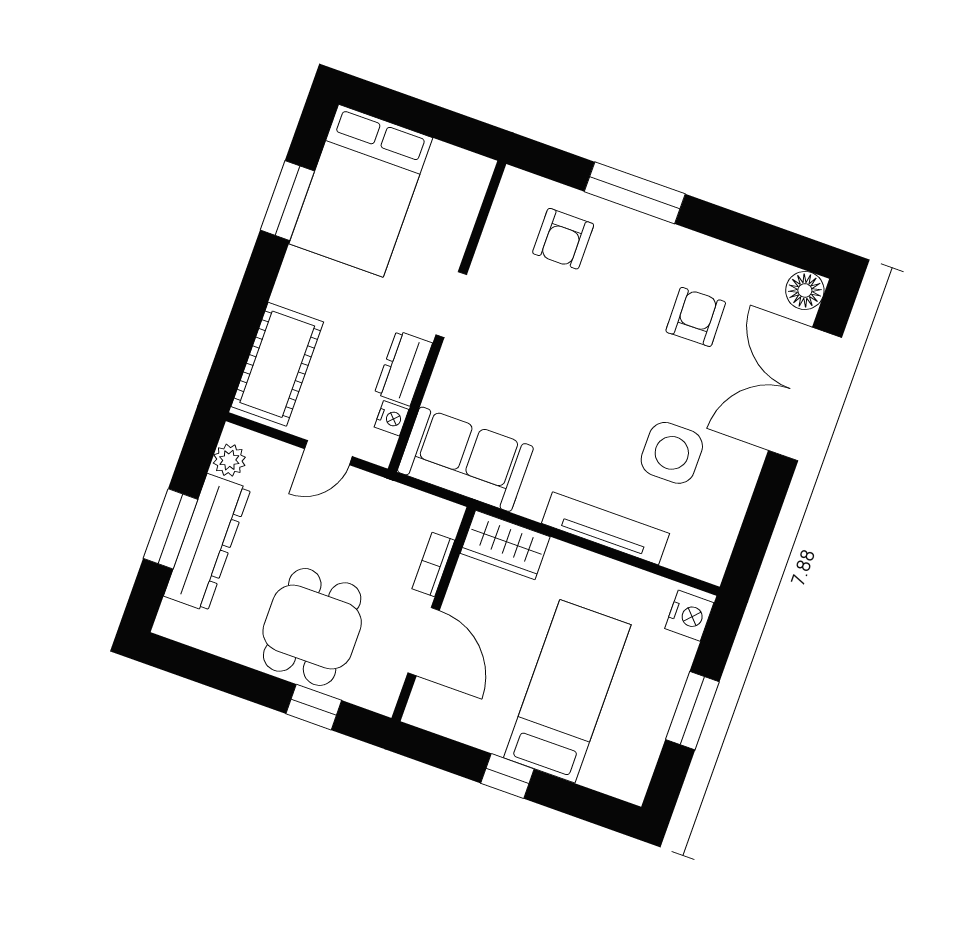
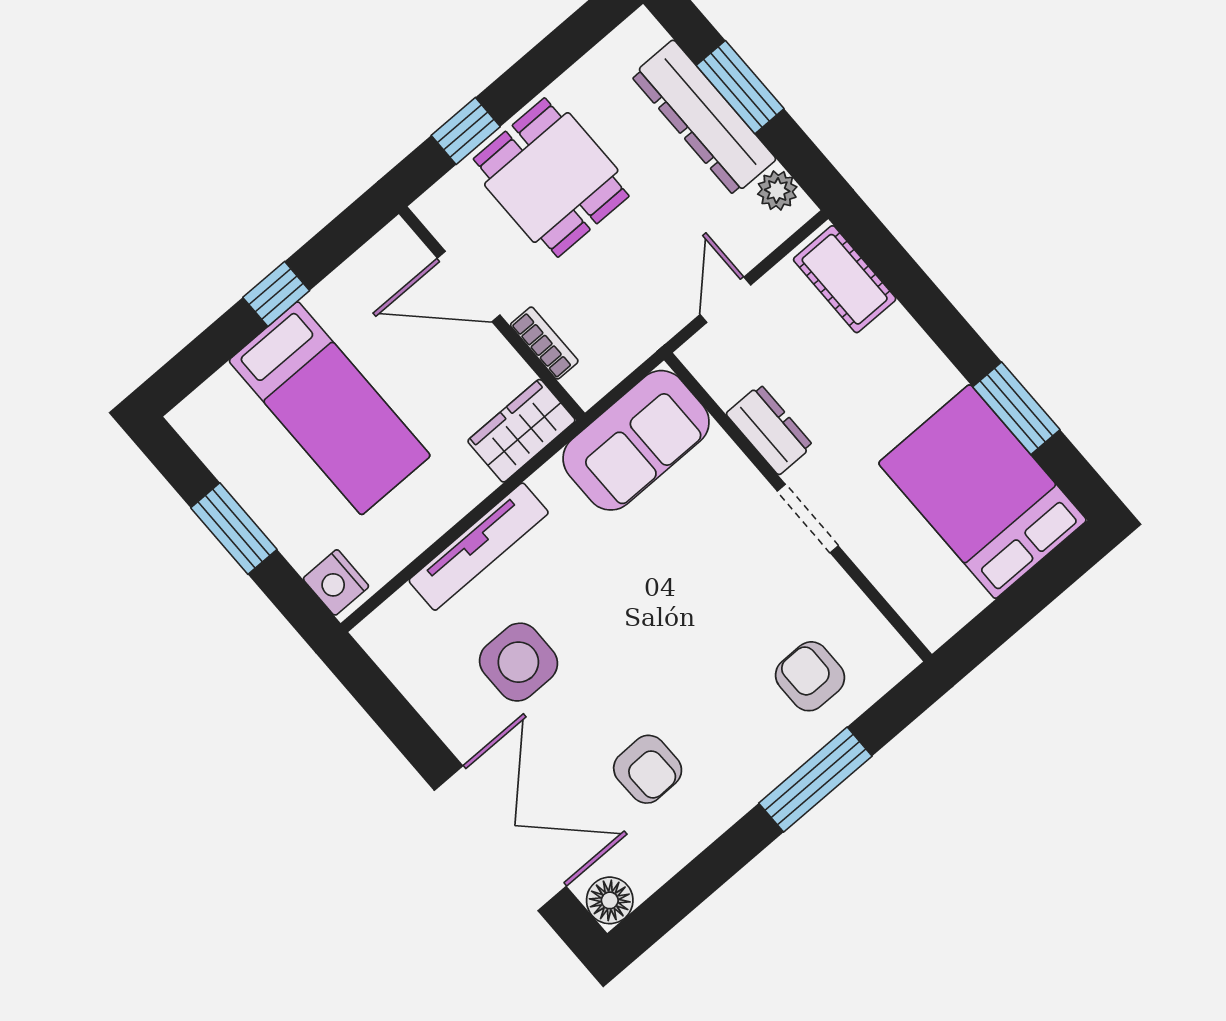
cot: (277, 364) -> (845, 279), width x0.73, depth x0.75
nightstand: (391, 418) -> (724, 387), removed

